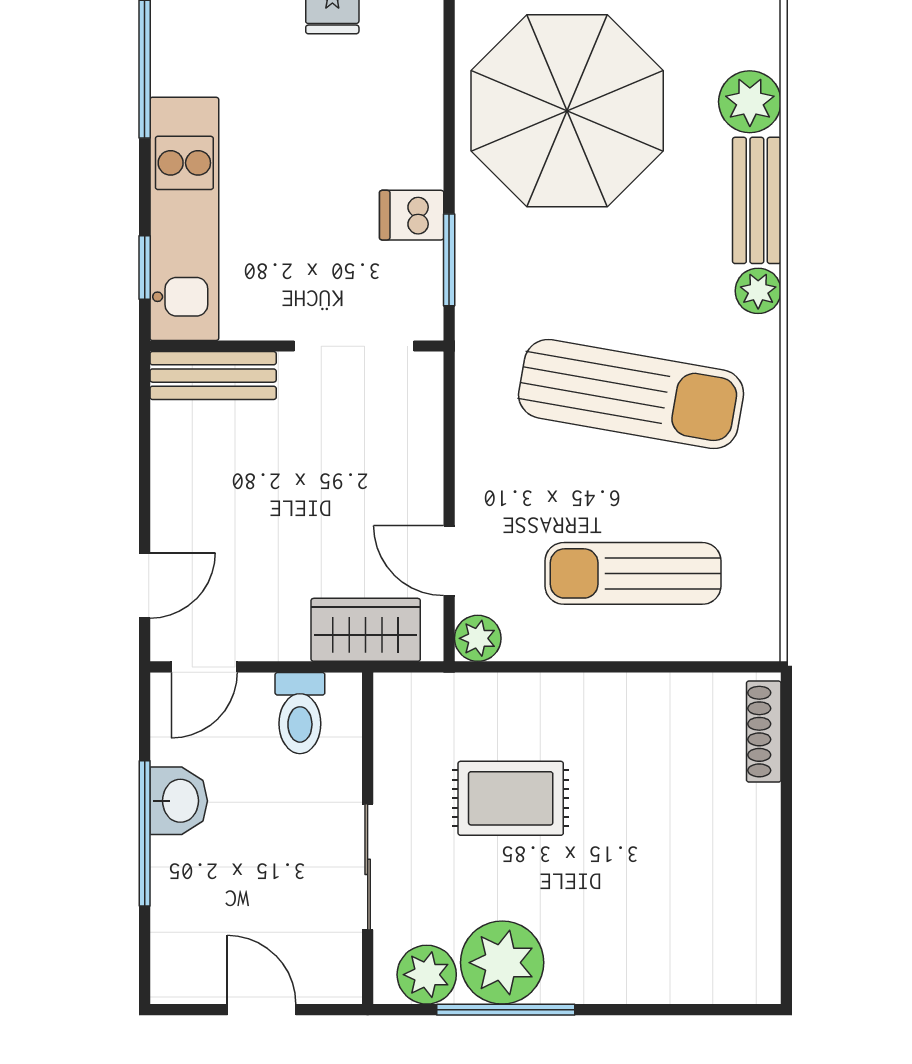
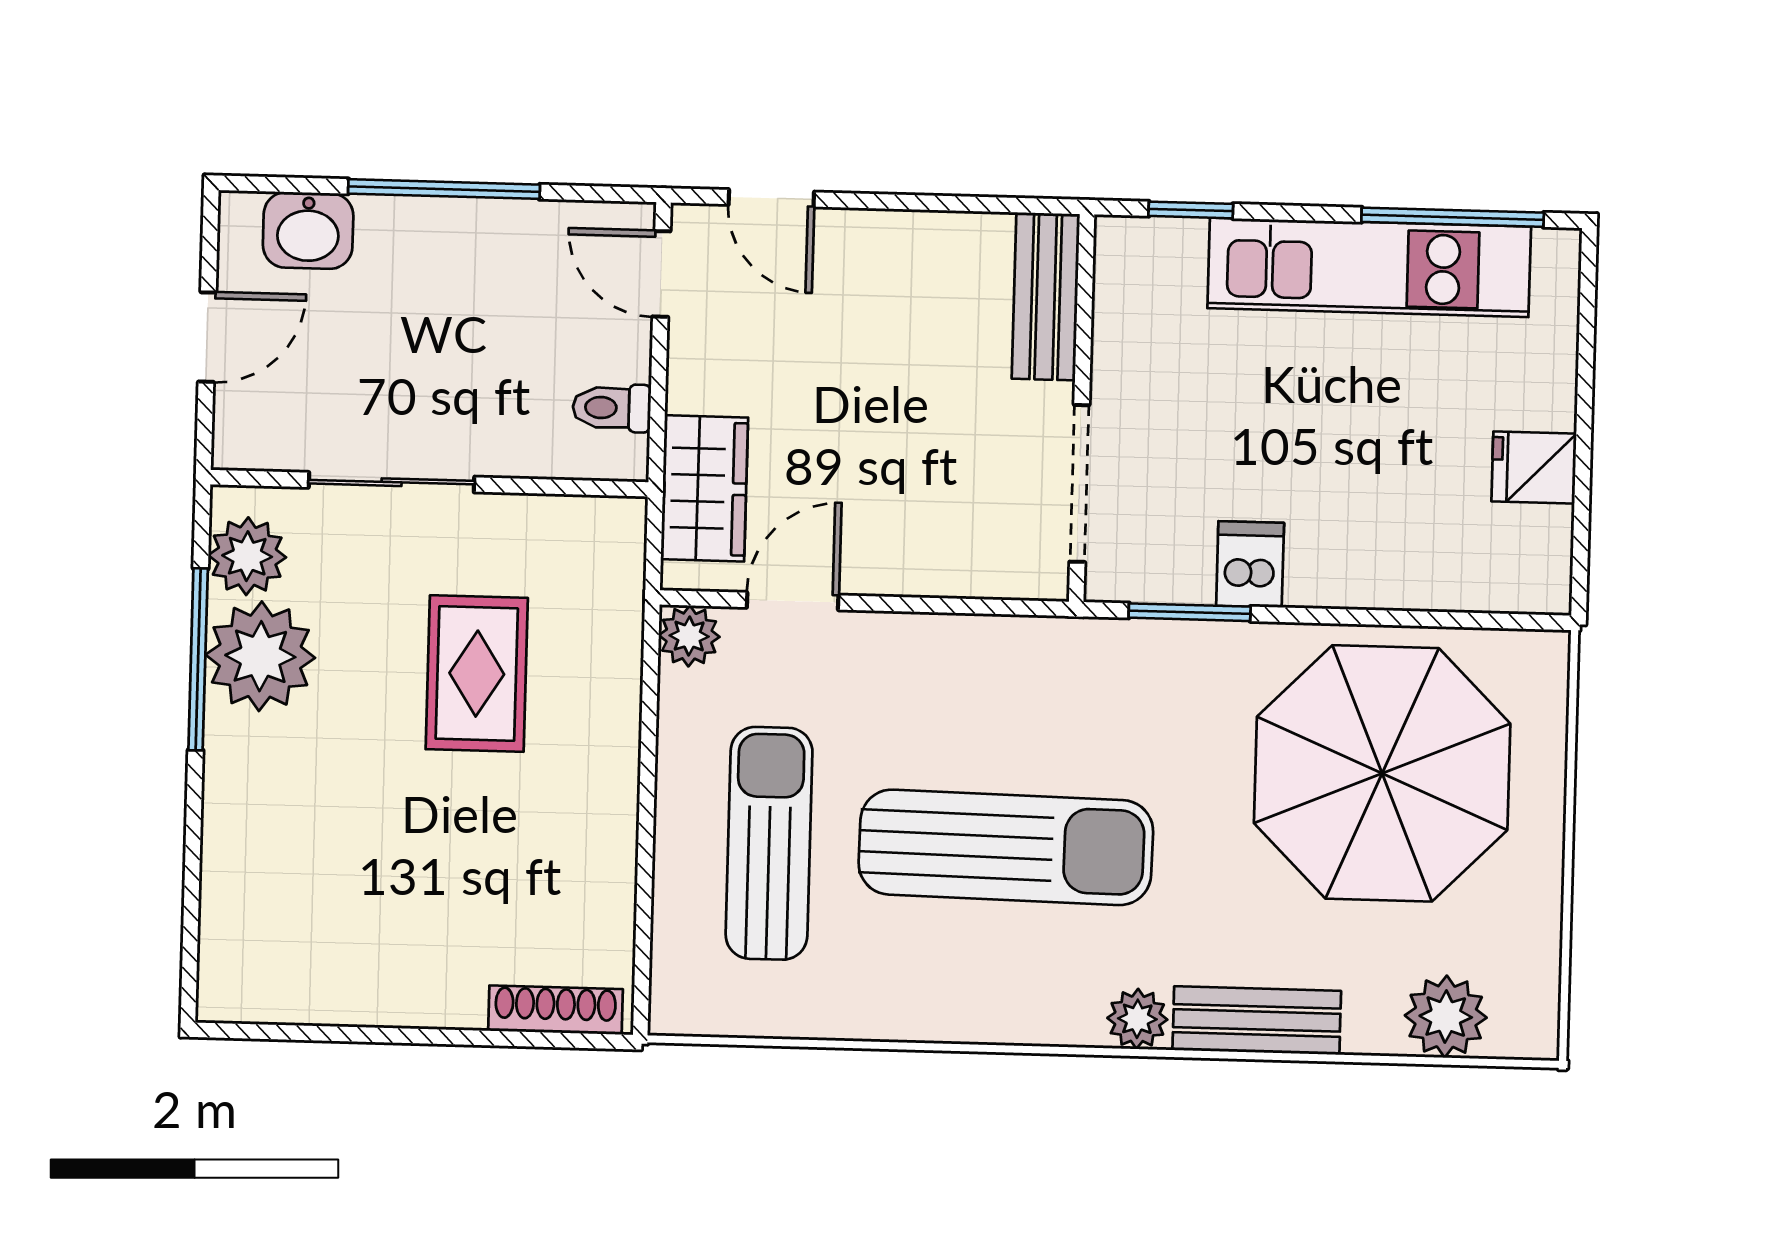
plant: (750, 102) -> (1446, 1017), moved
kitchen unit: (184, 219) -> (1369, 267), moved
sun lounger: (631, 394) -> (1006, 847), turned -99
toilet: (300, 713) -> (612, 408), width x0.73, depth x0.72
washbasin: (179, 801) -> (308, 230), moved

